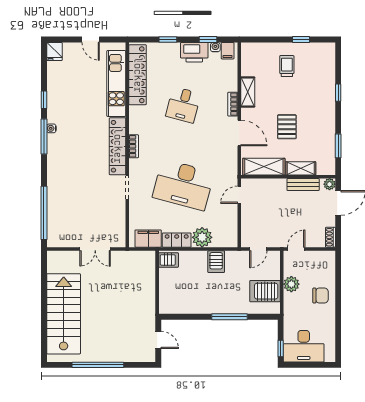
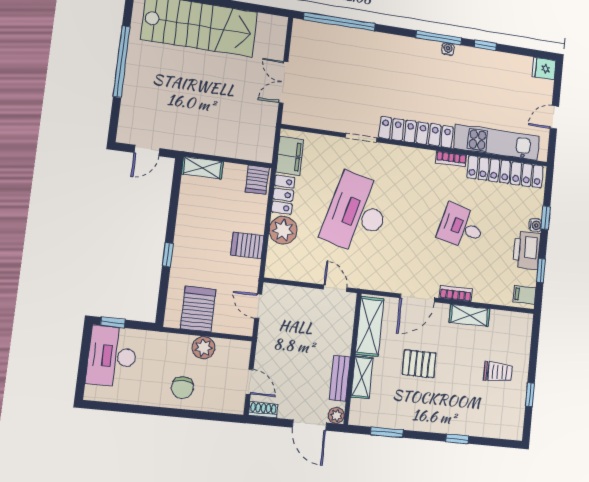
water cooler: (215, 47) -> (535, 225), moved
bookcase: (134, 146) -> (451, 159), moved
door: (296, 249) -> (250, 382), moved
shelving: (165, 300) -> (202, 168), added
window: (230, 317) -> (168, 255), width x0.46

